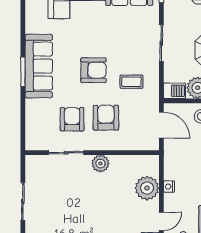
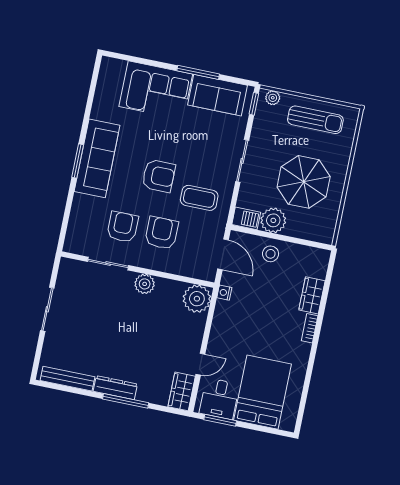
coffee table: (131, 82) -> (199, 198), width x1.36, depth x1.30
nightstand: (169, 187) -> (224, 293), moved
plant: (147, 188) -> (197, 299), moved

